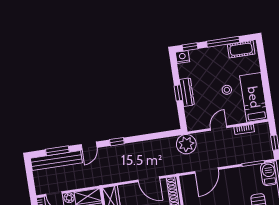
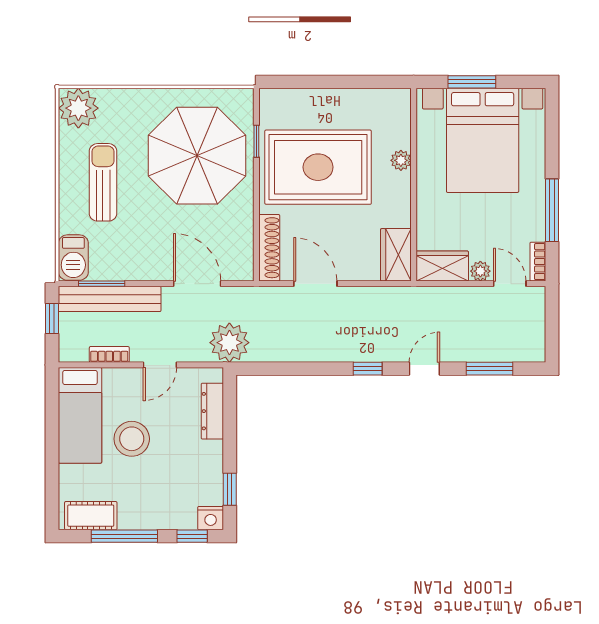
stool: (227, 90) -> (132, 439), width x1.89, depth x1.89
dresser: (187, 92) -> (212, 411), moved
window: (178, 93) -> (230, 489), moved
bench: (56, 161) -> (110, 299), moved
door: (206, 171) -> (197, 284), hinge flipped

